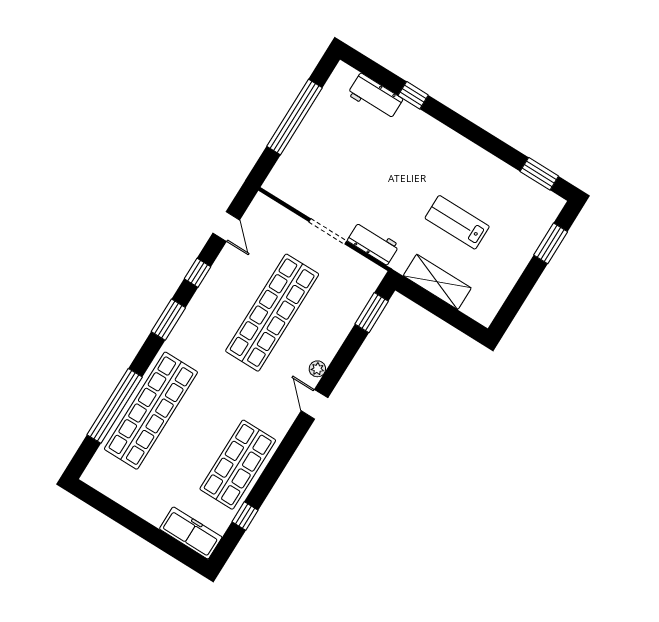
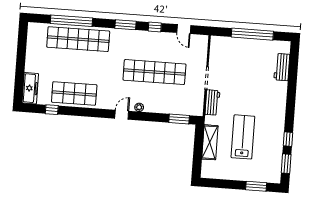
window: (413, 95) -> (288, 139), moved
lab bench: (457, 222) -> (243, 137), width x1.36, depth x1.39
door: (226, 226) -> (184, 29), hinge flipped

